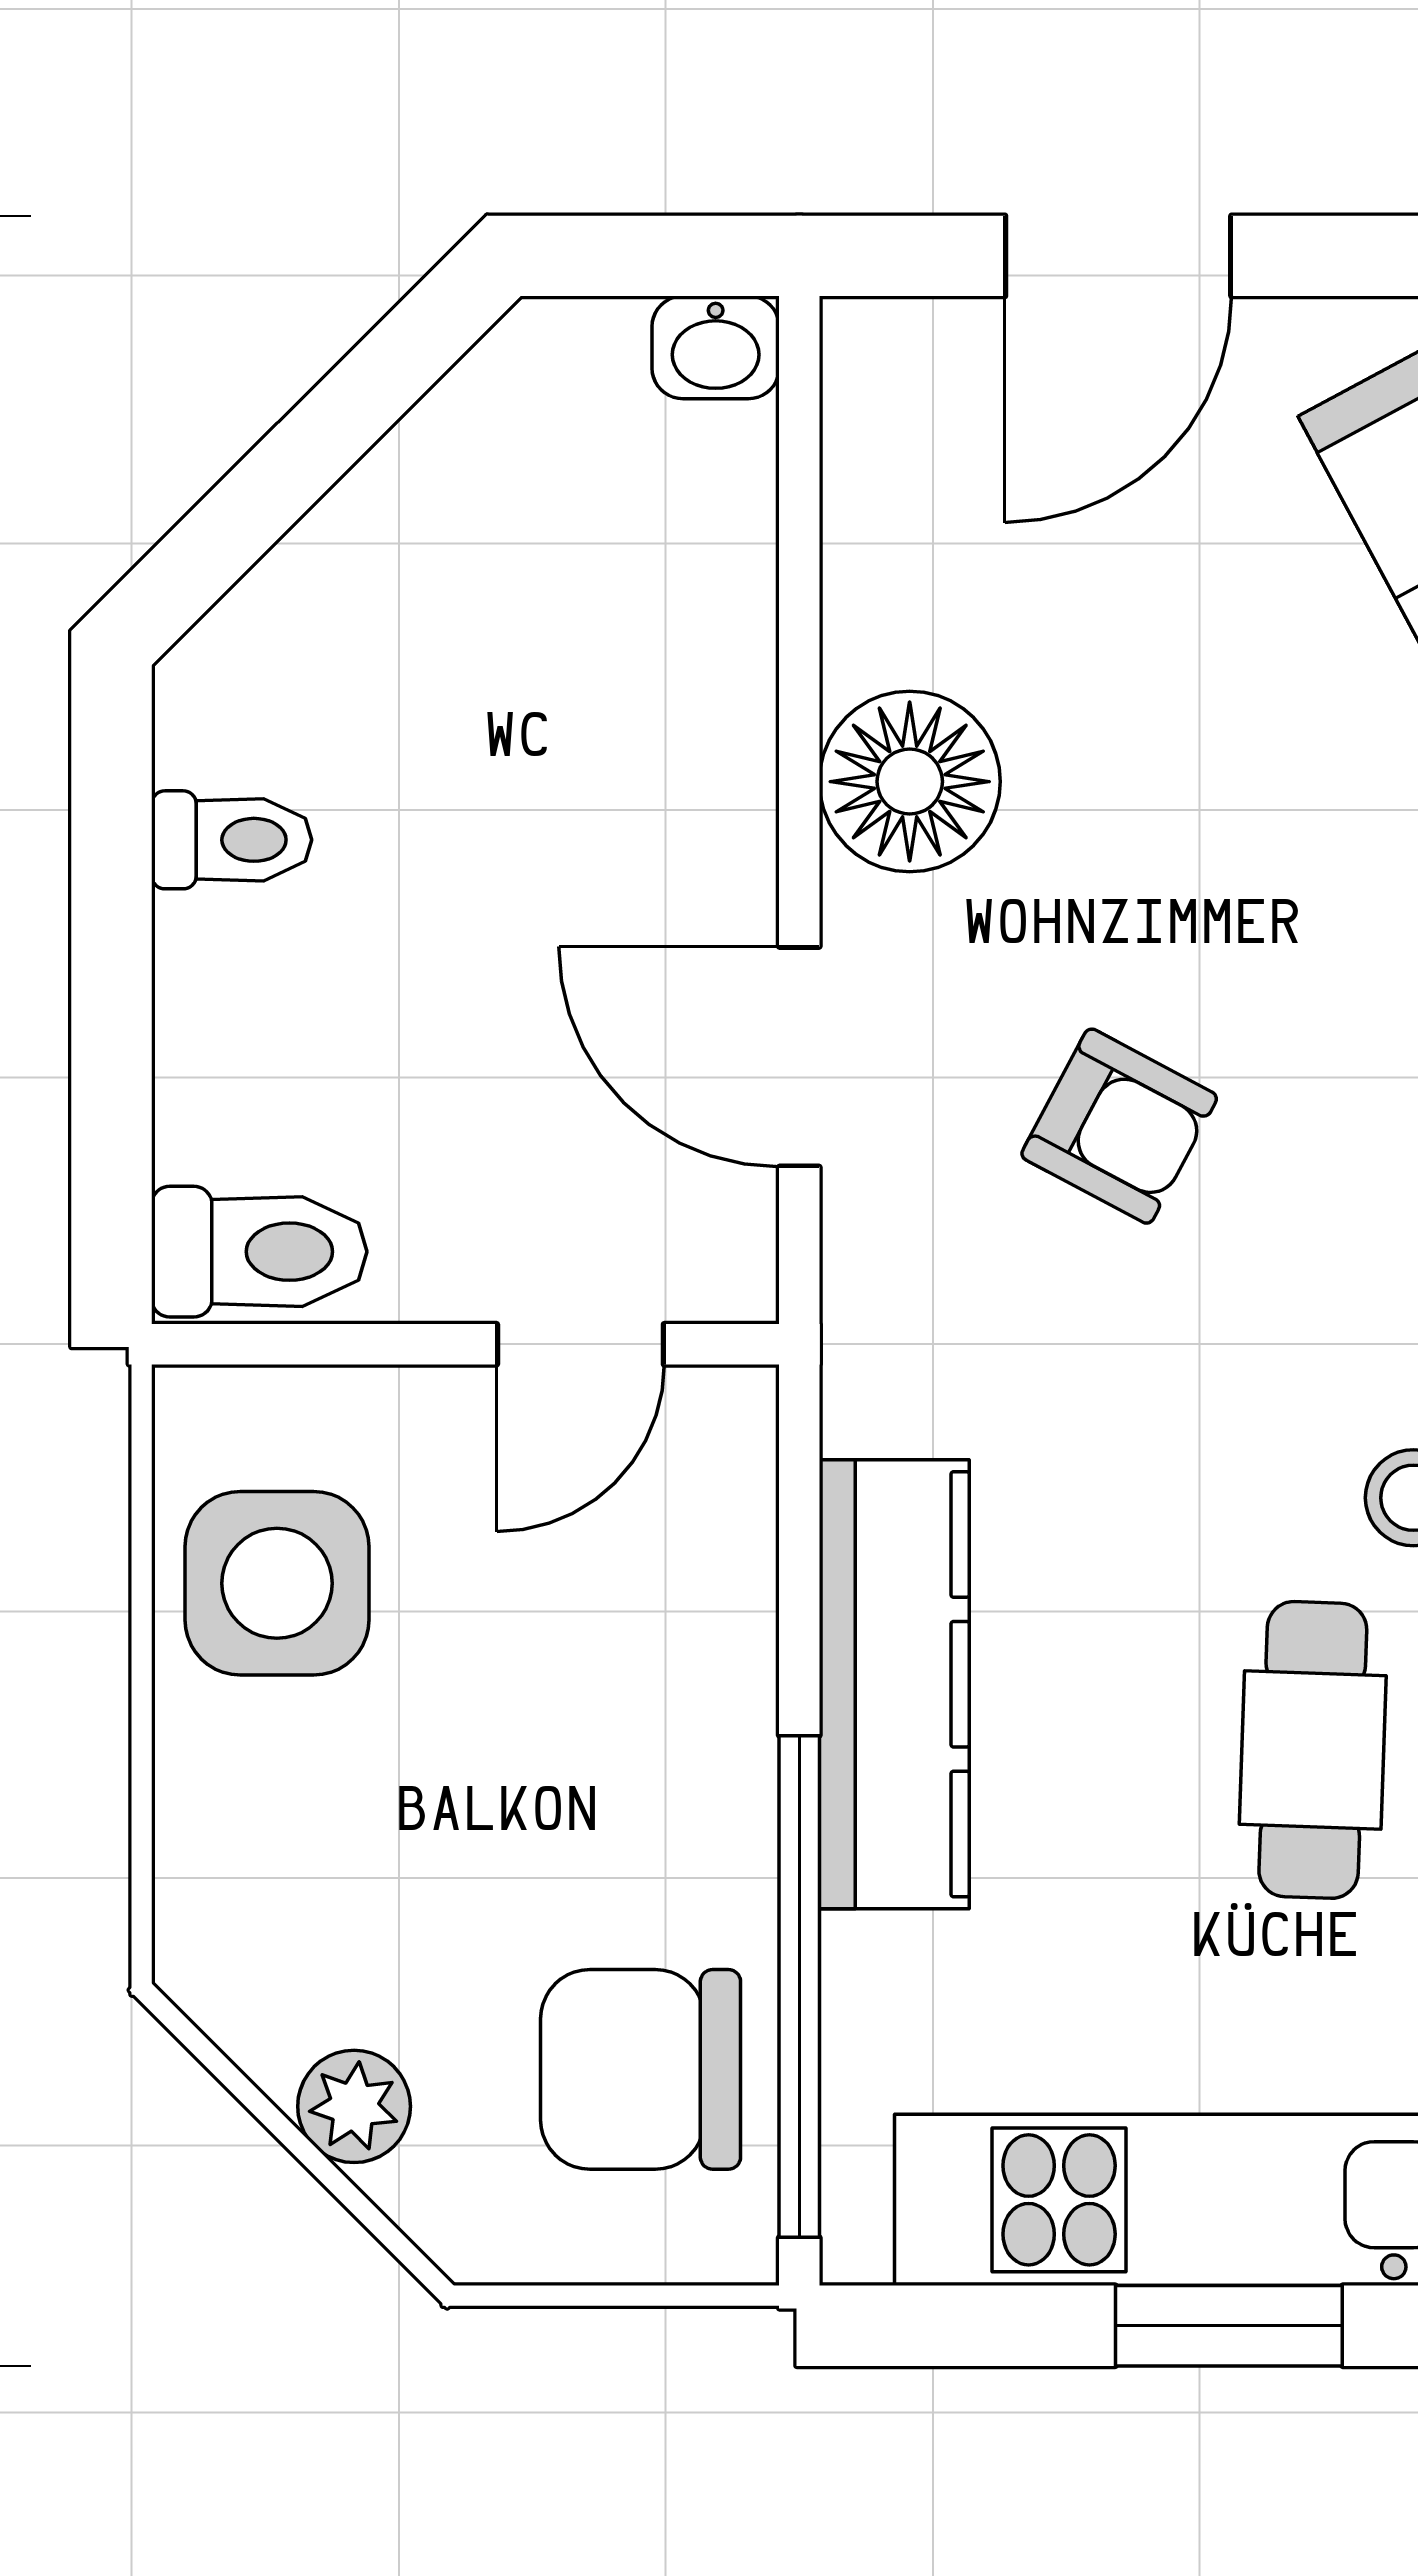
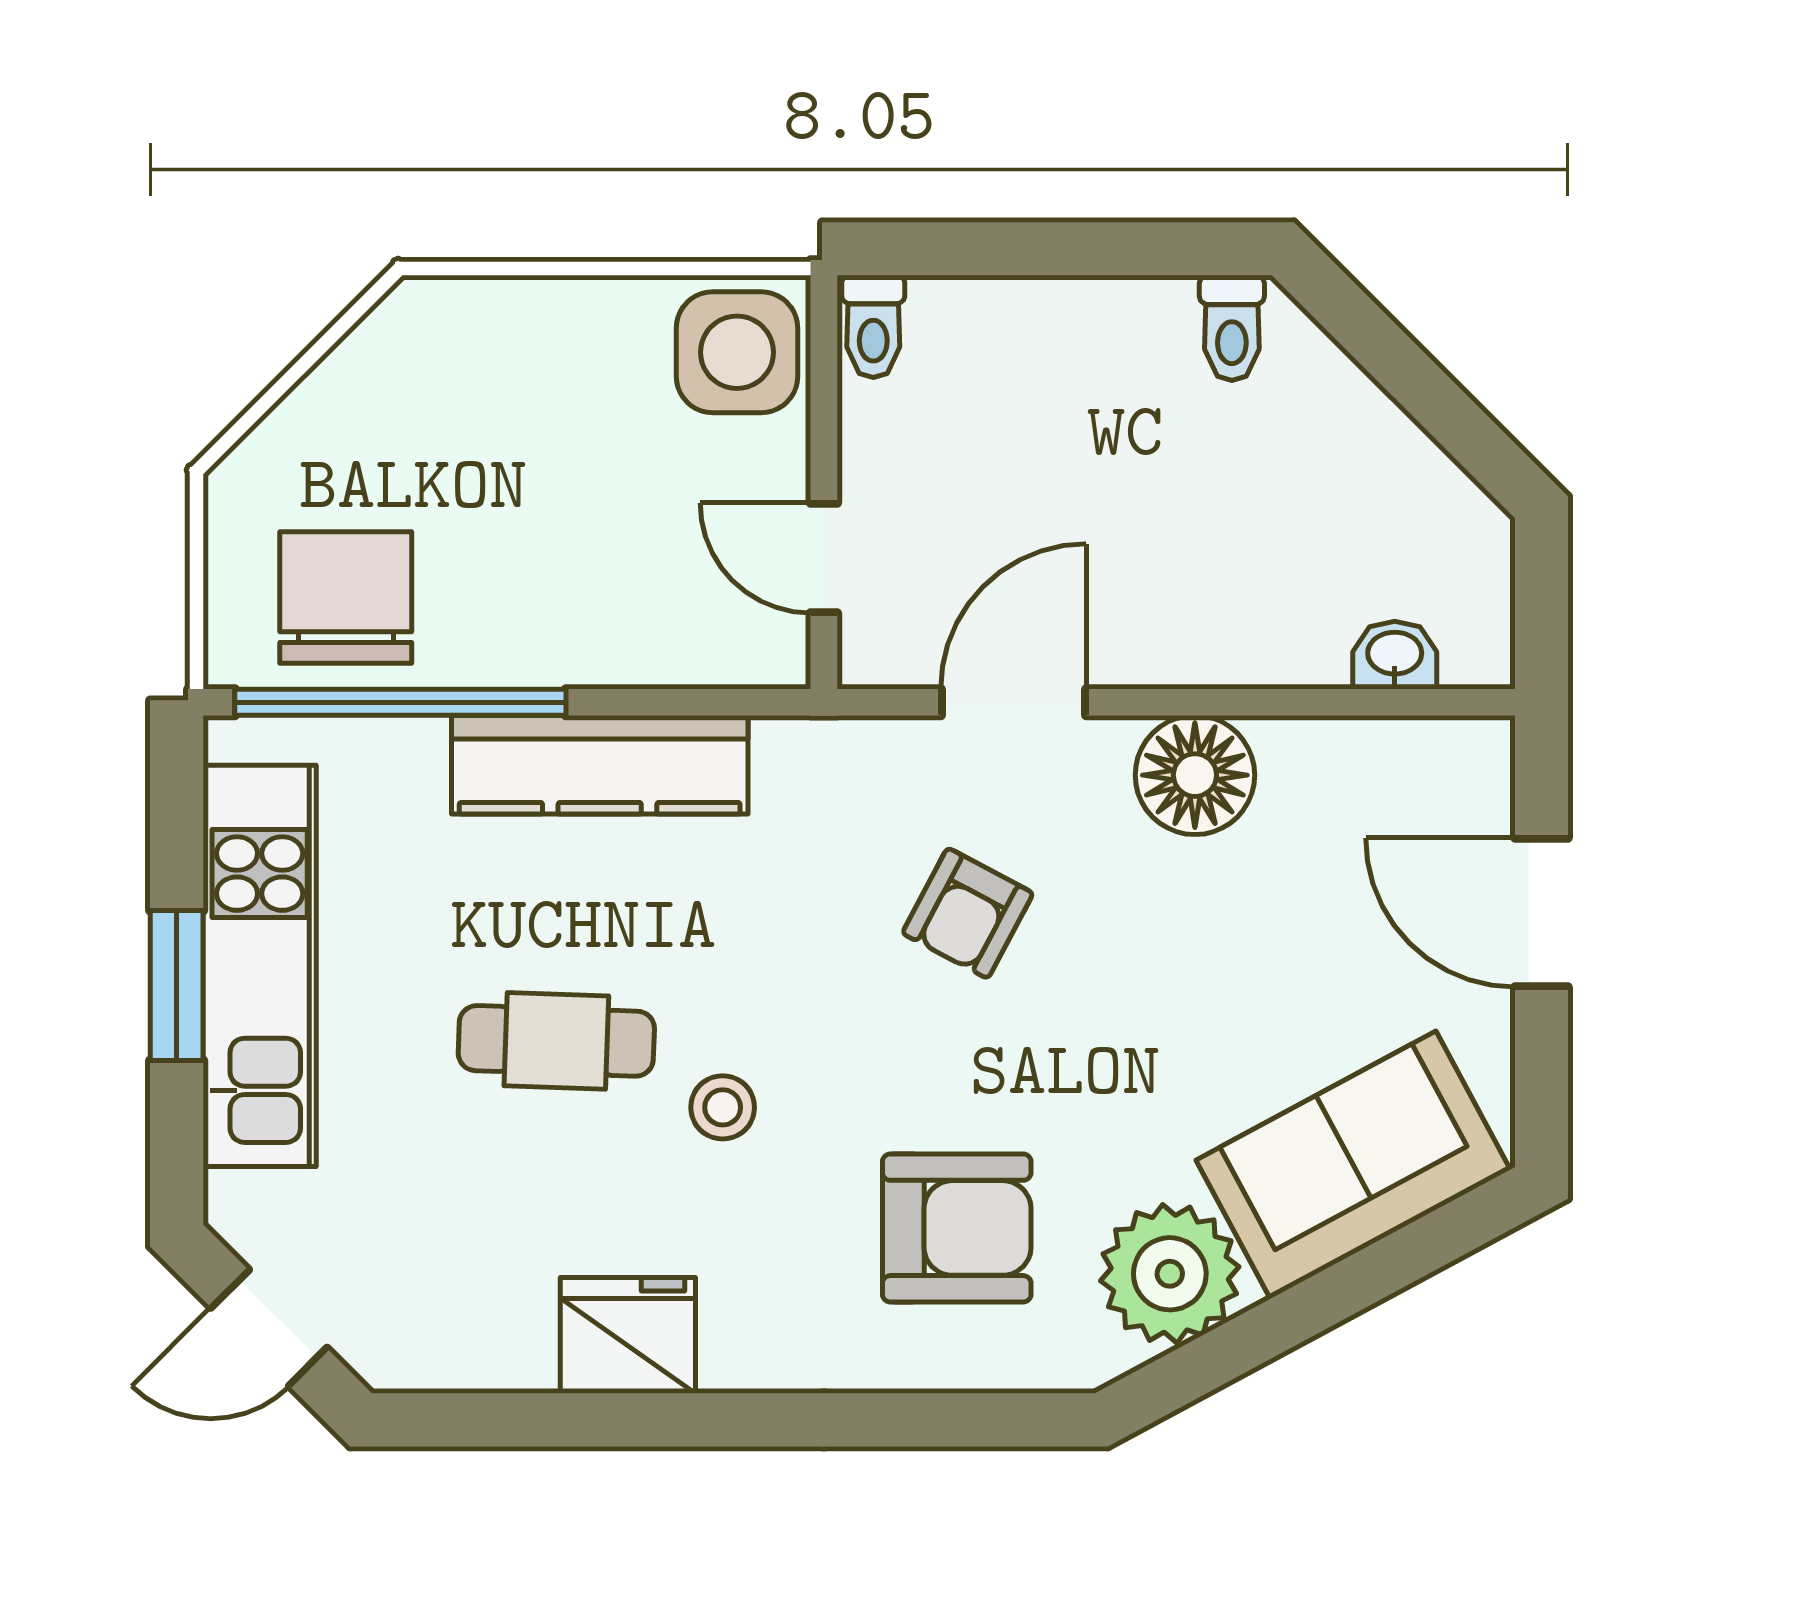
washbasin: (716, 347) -> (1395, 655), moved, turned 90
toilet: (232, 840) -> (1232, 328), moved
toilet: (259, 1252) -> (873, 326), width x0.73, depth x0.72
side table: (277, 1583) -> (737, 352), moved
plant: (354, 2106) -> (321, 409), removed

